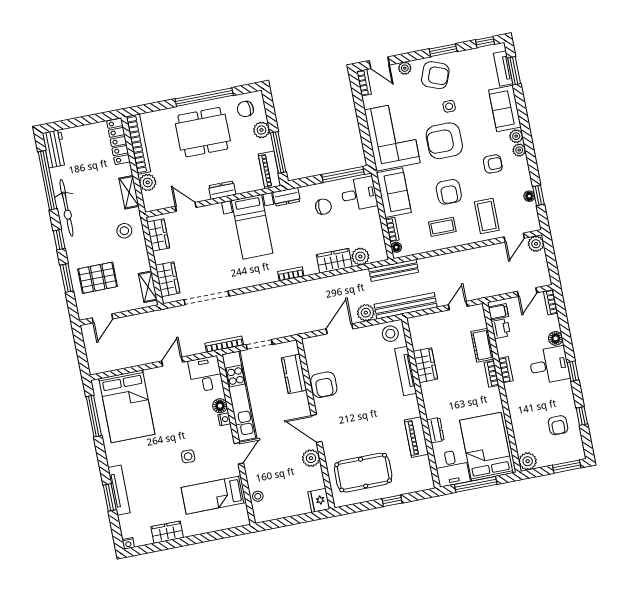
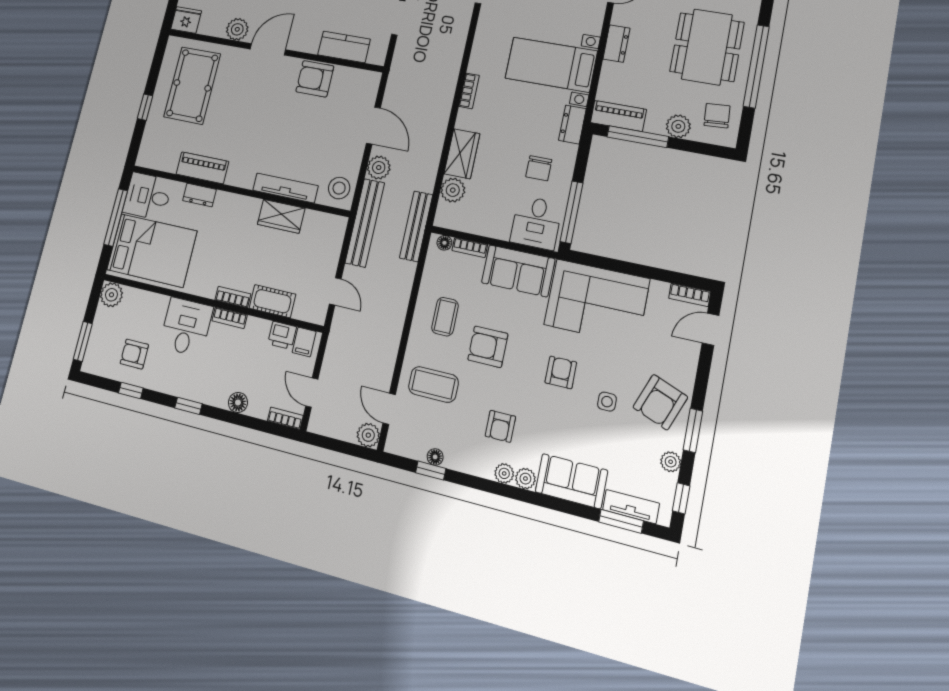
plant: (405, 68) -> (671, 462), moved
armchair: (444, 141) -> (561, 372), width x0.53, depth x0.53
desk: (549, 365) -> (186, 327), moved, turned 180

